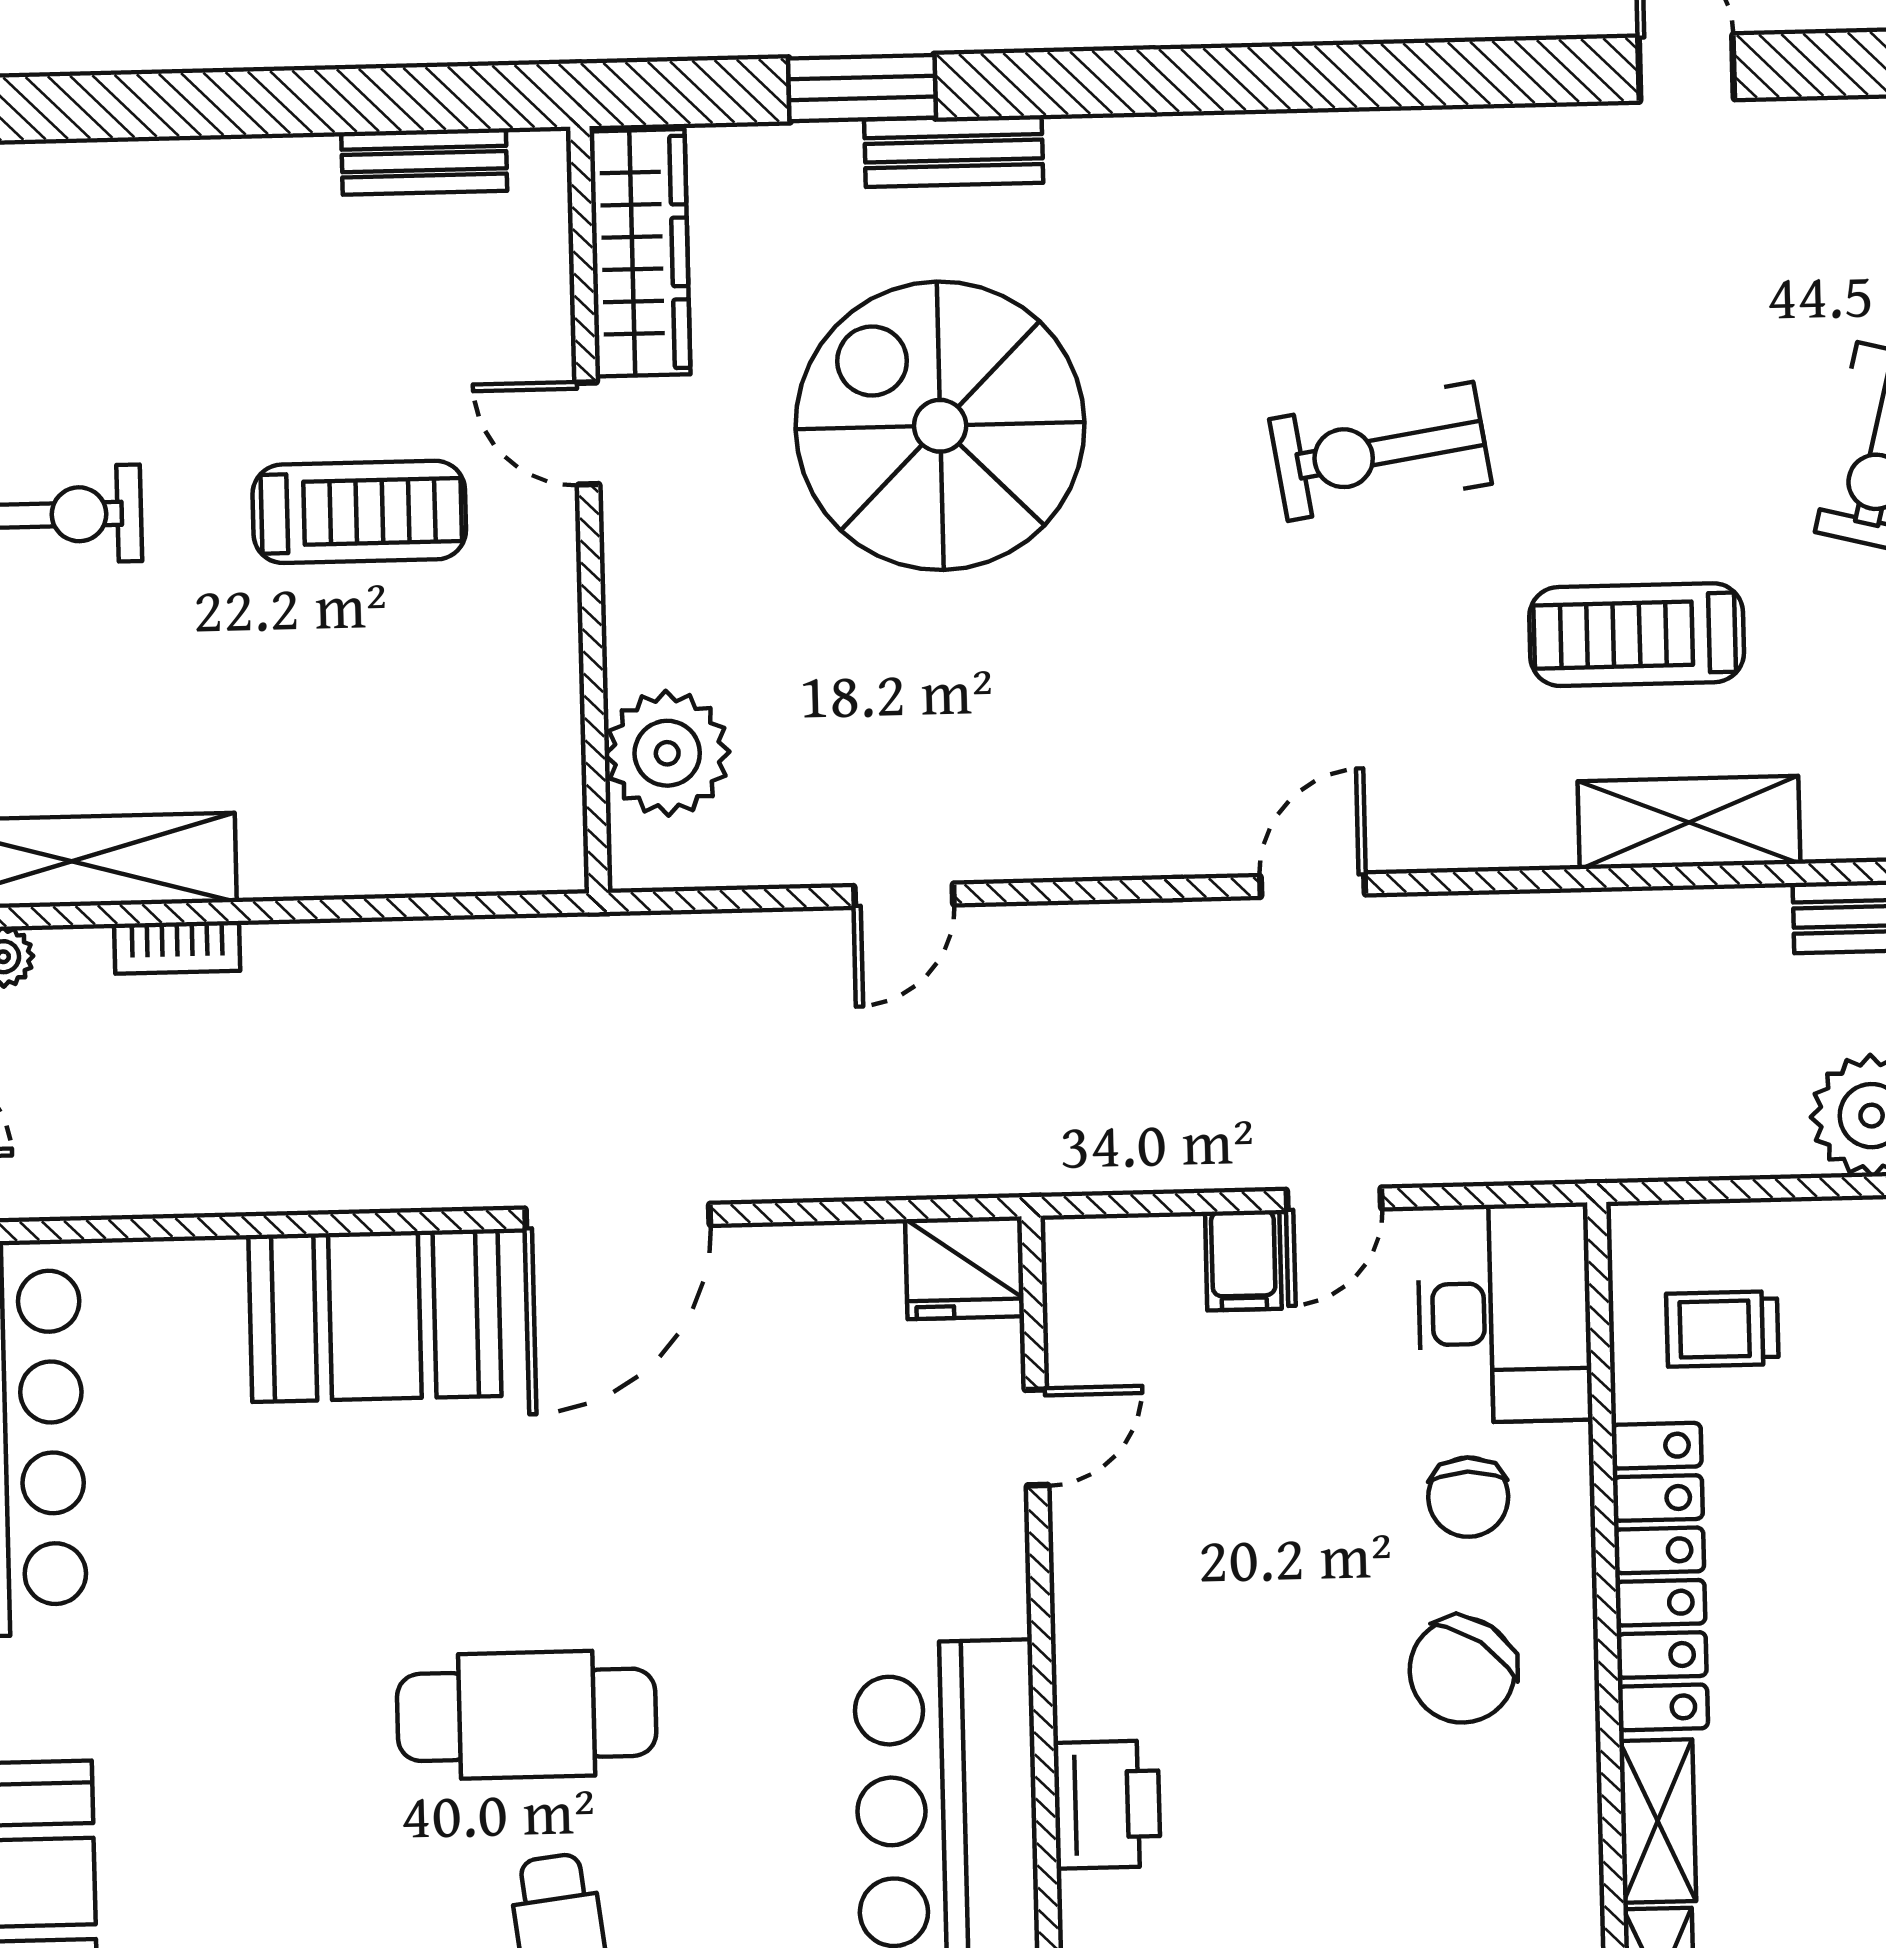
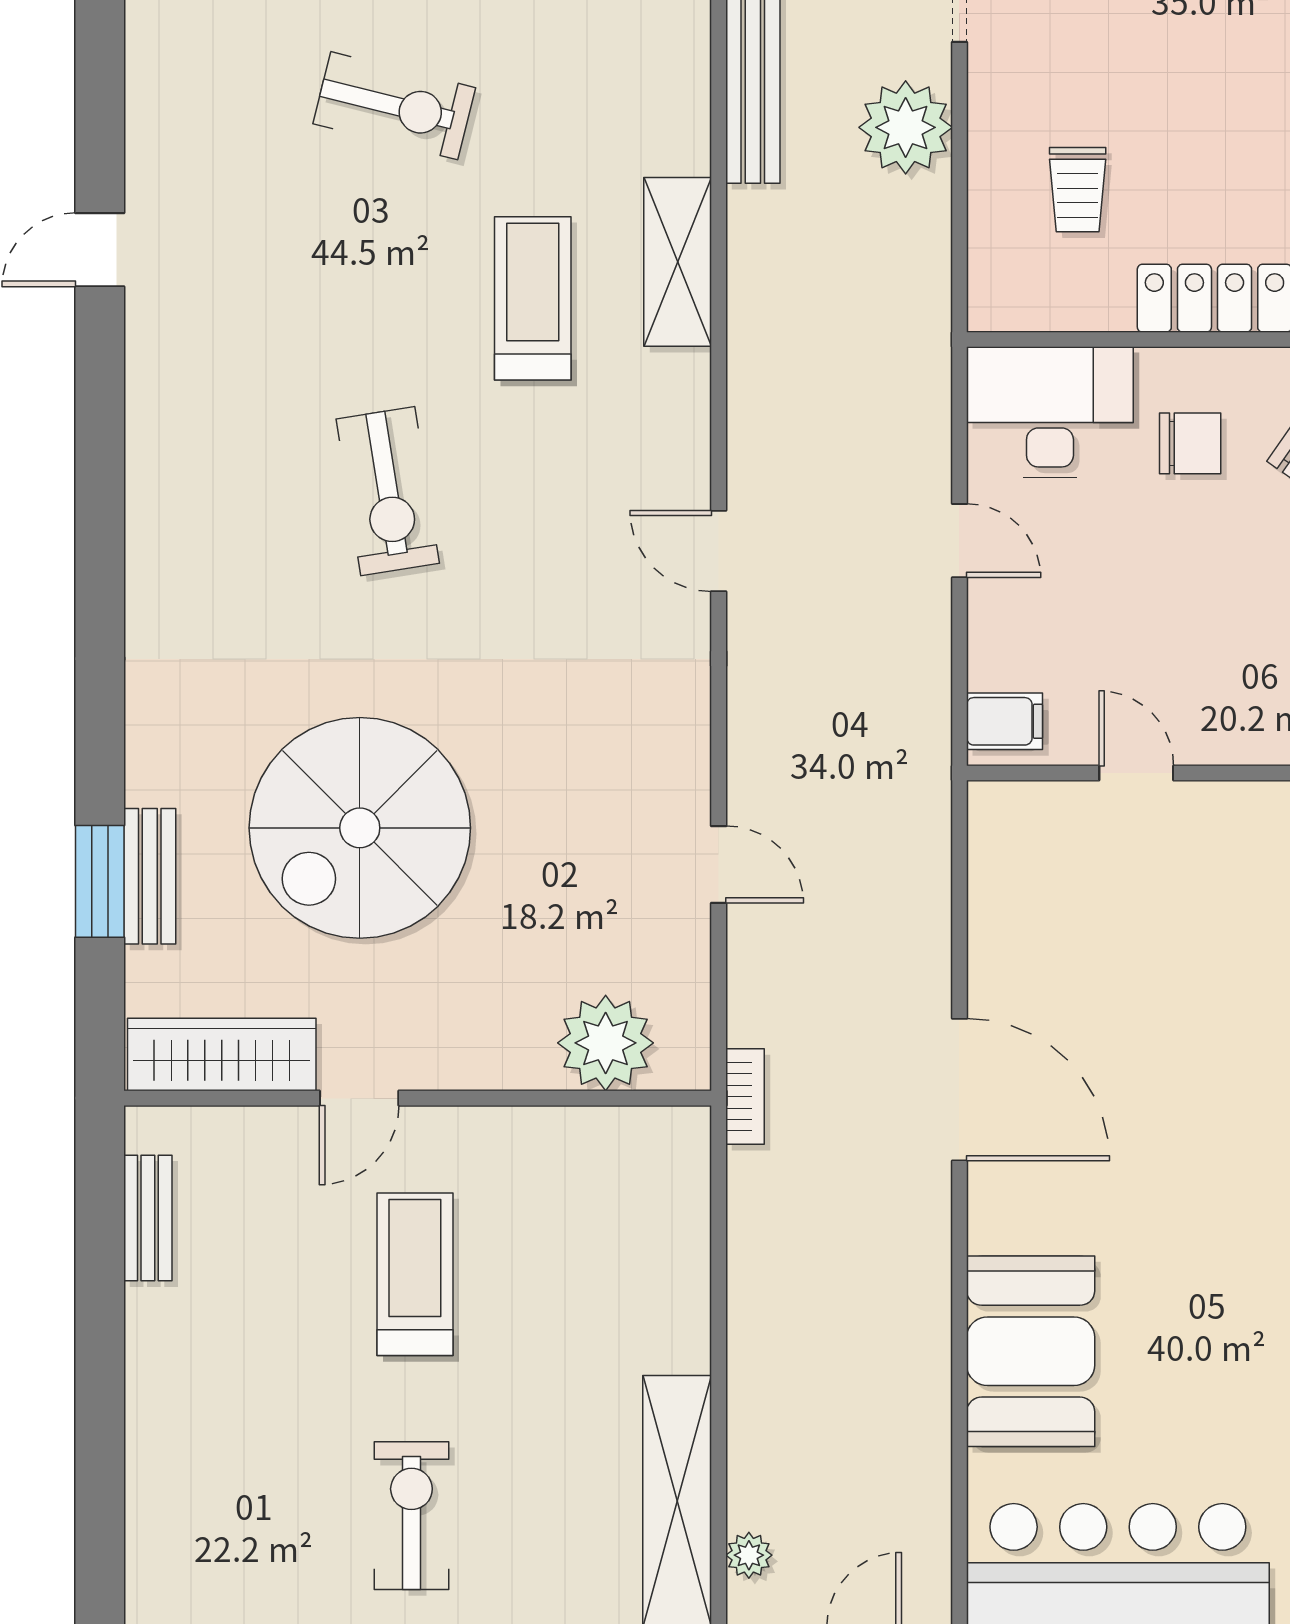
bench: (954, 151) -> (150, 876), moved
treadmill: (1637, 635) -> (533, 298), turned 180
bookcase: (177, 947) -> (745, 1097), moved
filing cabinet: (1243, 1260) -> (1005, 721), moved
fridge: (965, 1268) -> (1005, 825), removed
booth: (375, 1316) -> (1031, 1351), moved
trolley: (1722, 1329) -> (1078, 190), moved

